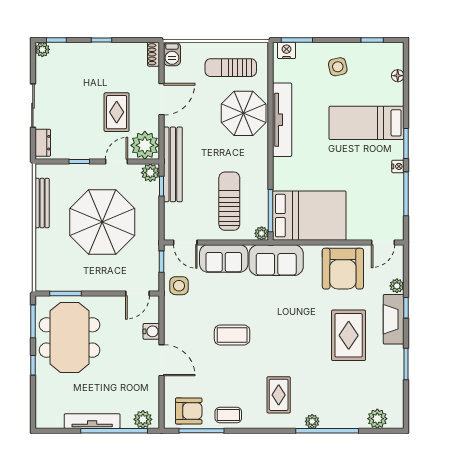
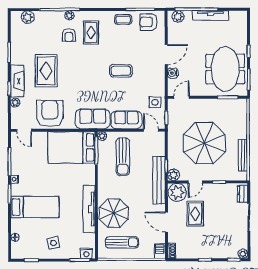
door: (161, 99) -> (166, 222), hinge flipped
door: (383, 242) -> (24, 130), swing flipped
door: (161, 360) -> (166, 55), swing flipped
armchair: (313, 391) -> (69, 35), added

